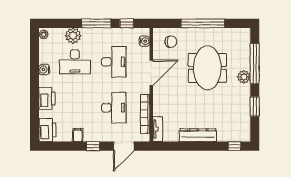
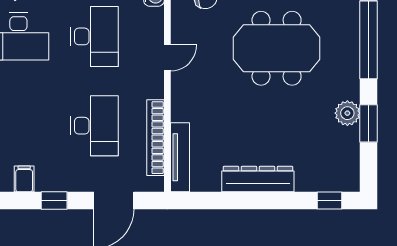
meeting table: (207, 68) -> (277, 48), turned 90
door: (151, 73) -> (167, 58), width x0.53
plant: (244, 77) -> (347, 113), moved
tv unit: (158, 129) -> (180, 157), width x1.41

